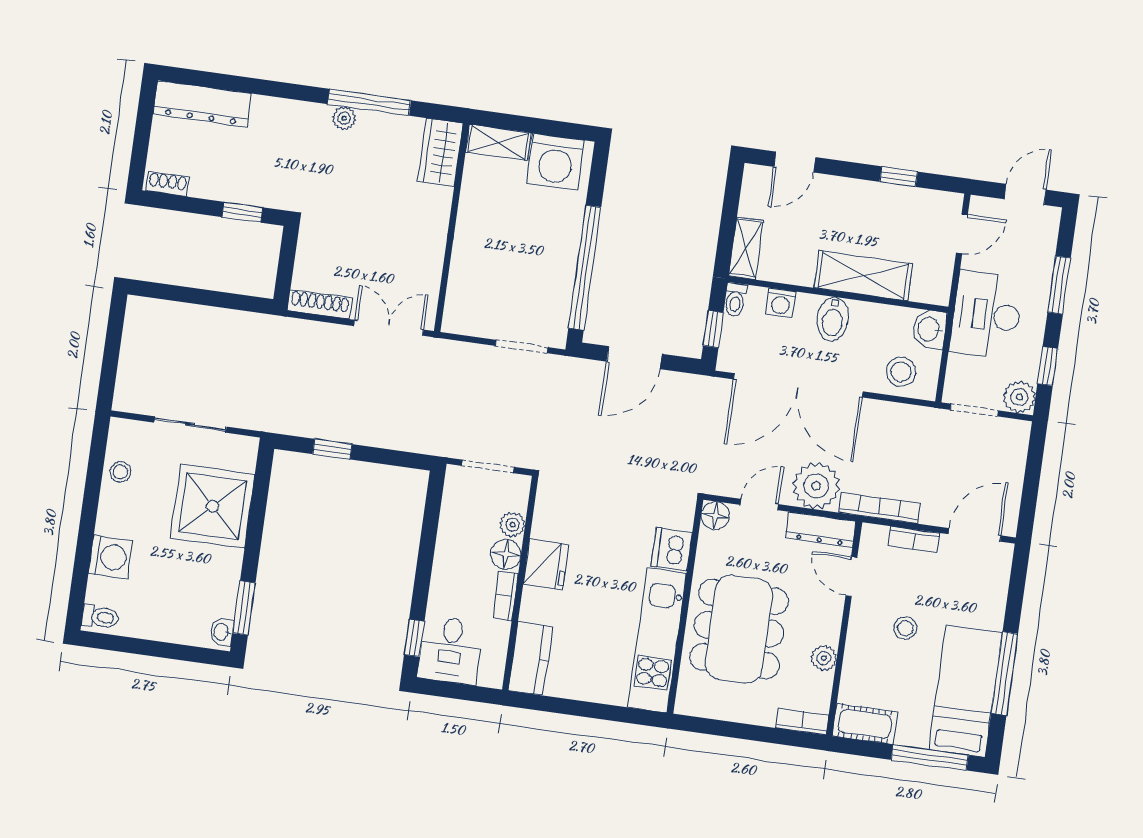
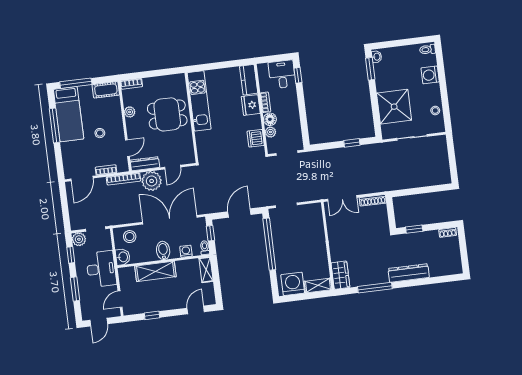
dresser: (202, 104) -> (409, 273), moved
plant: (344, 118) -> (383, 278), removed
floor lamp: (715, 516) -> (189, 158), removed
dishwasher: (672, 549) -> (256, 138), moved, turned 180
fridge: (546, 564) -> (251, 105), moved
door: (851, 577) -> (127, 148), hinge flipped
dining table: (739, 629) -> (167, 114), width x0.73

